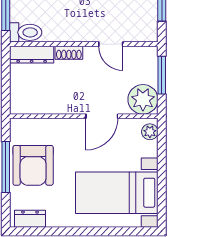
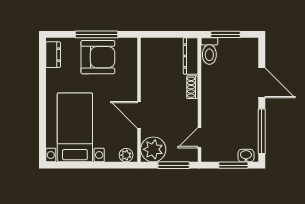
door: (111, 44) -> (200, 138), moved
armchair: (33, 165) -> (98, 57), turned 180

